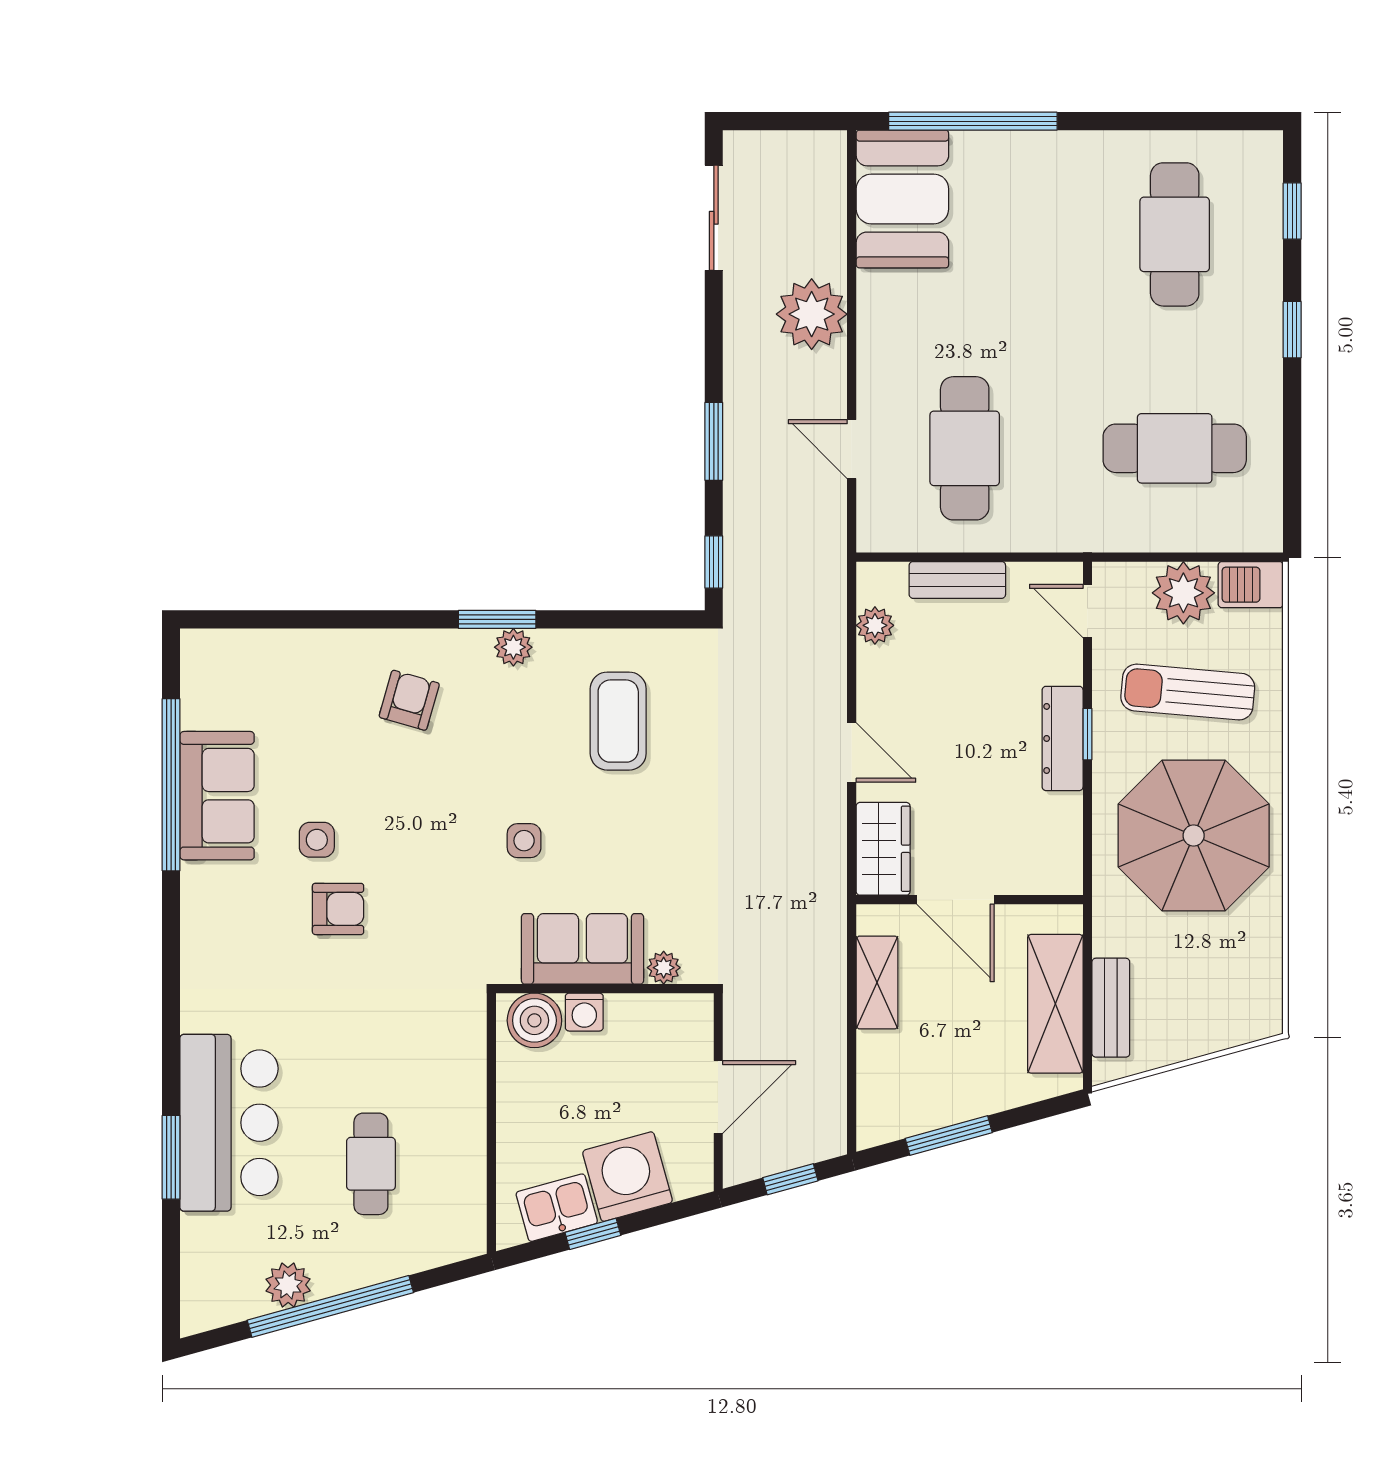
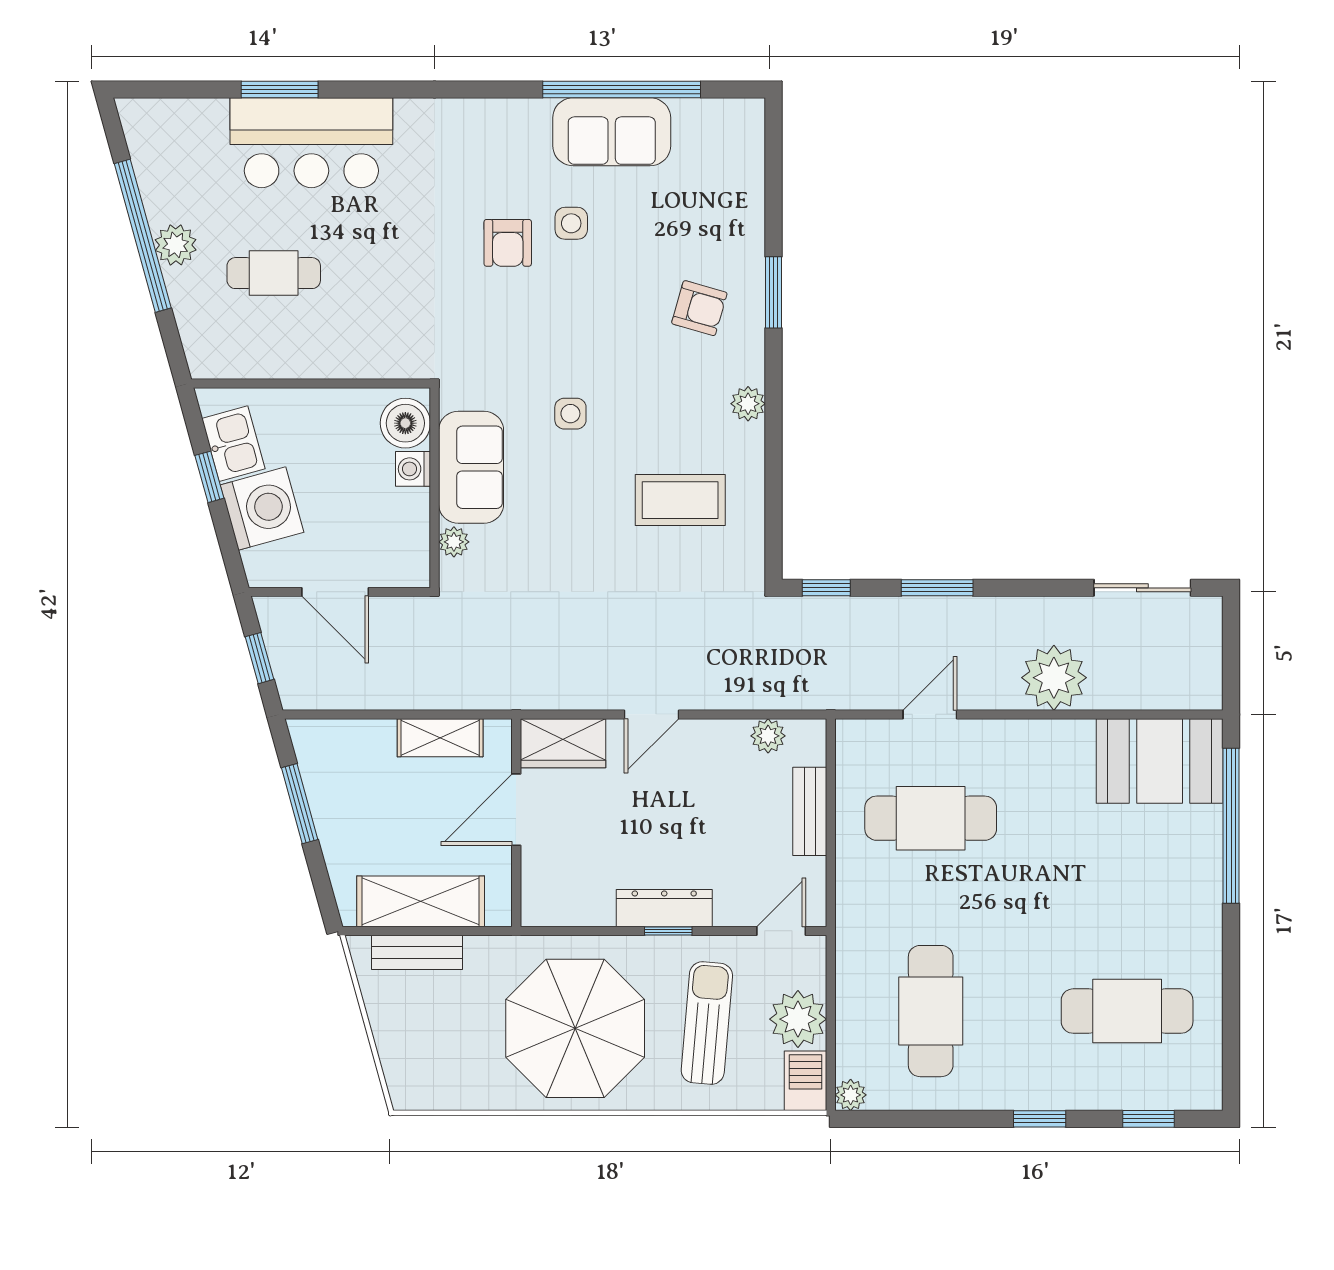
plant: (1266, 536) -> (851, 1095), added
window: (497, 619) -> (774, 292), moved
plant: (288, 1285) -> (176, 245), moved

